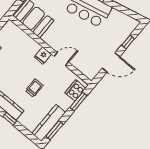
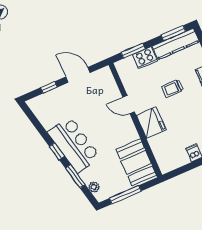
fridge: (43, 56) -> (151, 123), width x1.88, depth x1.34
cooker: (75, 90) -> (145, 58), moved

